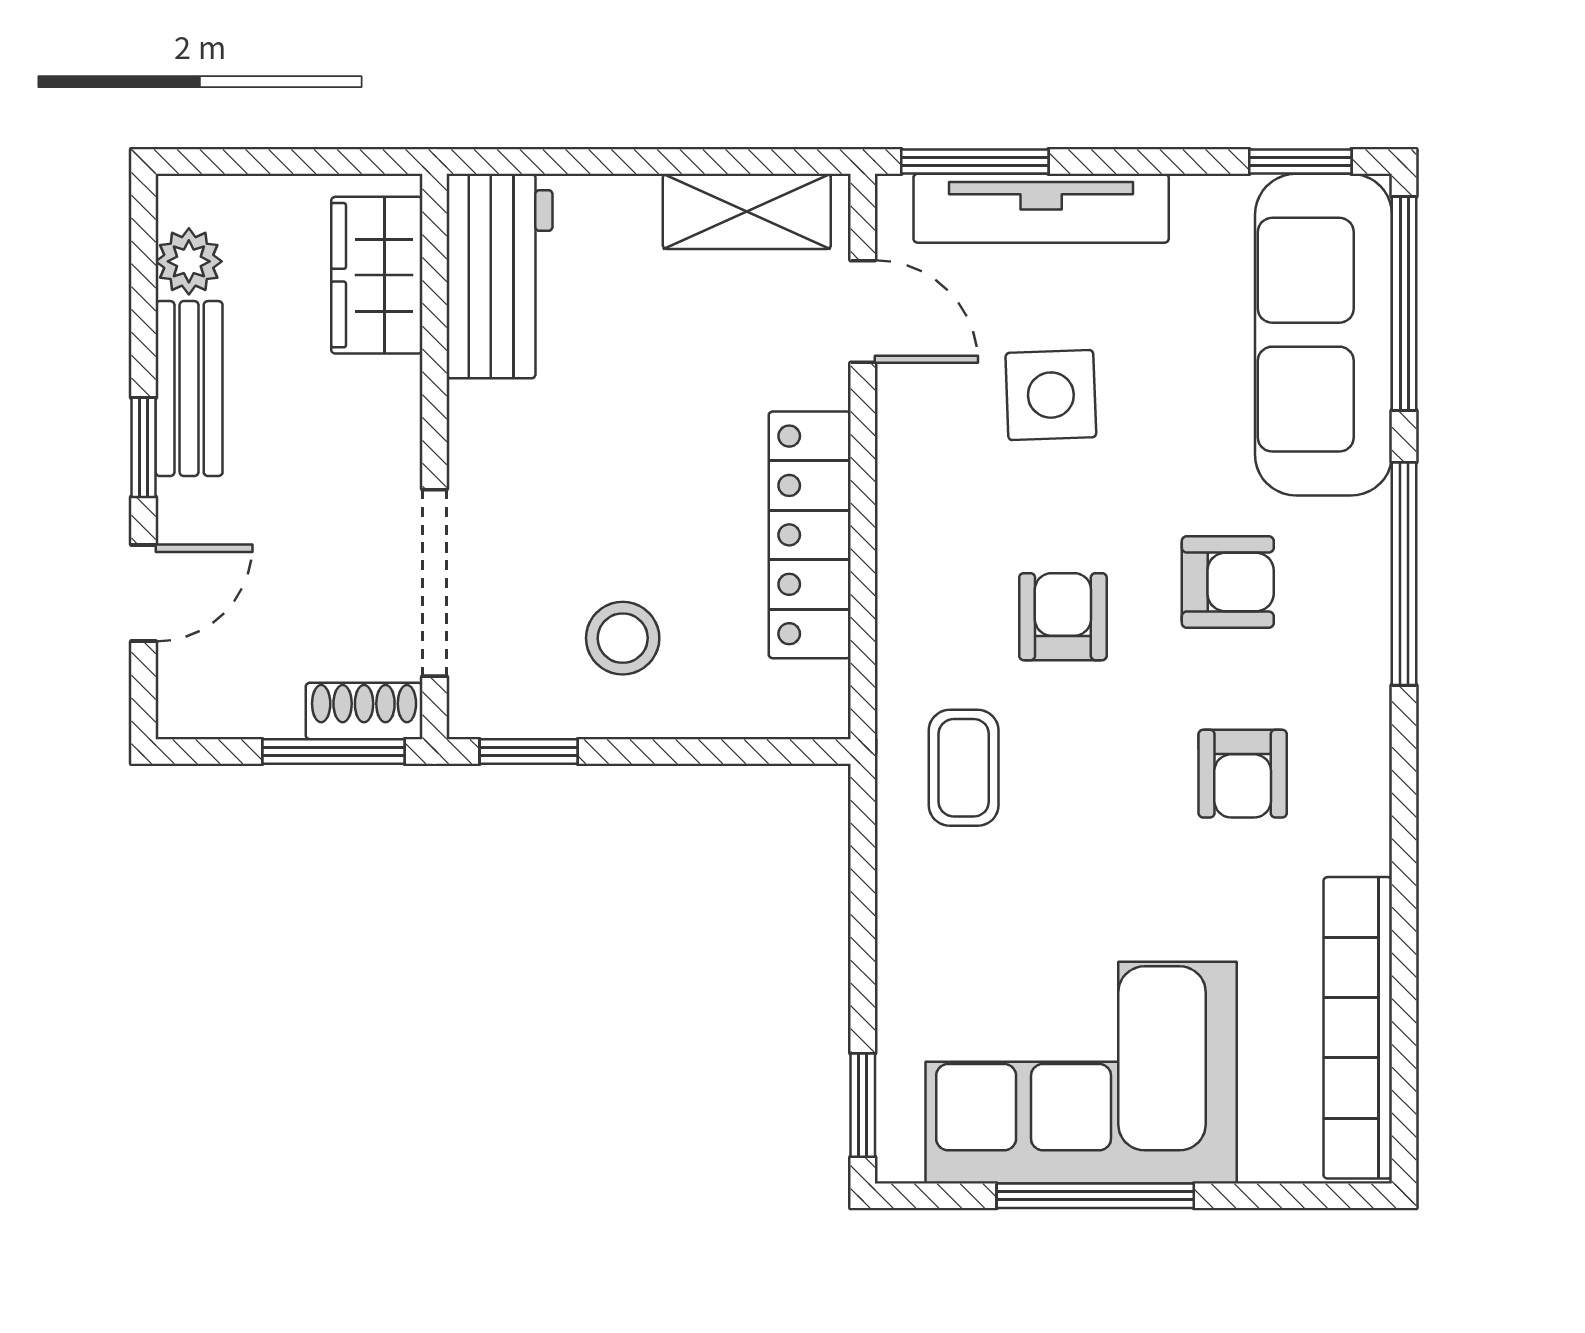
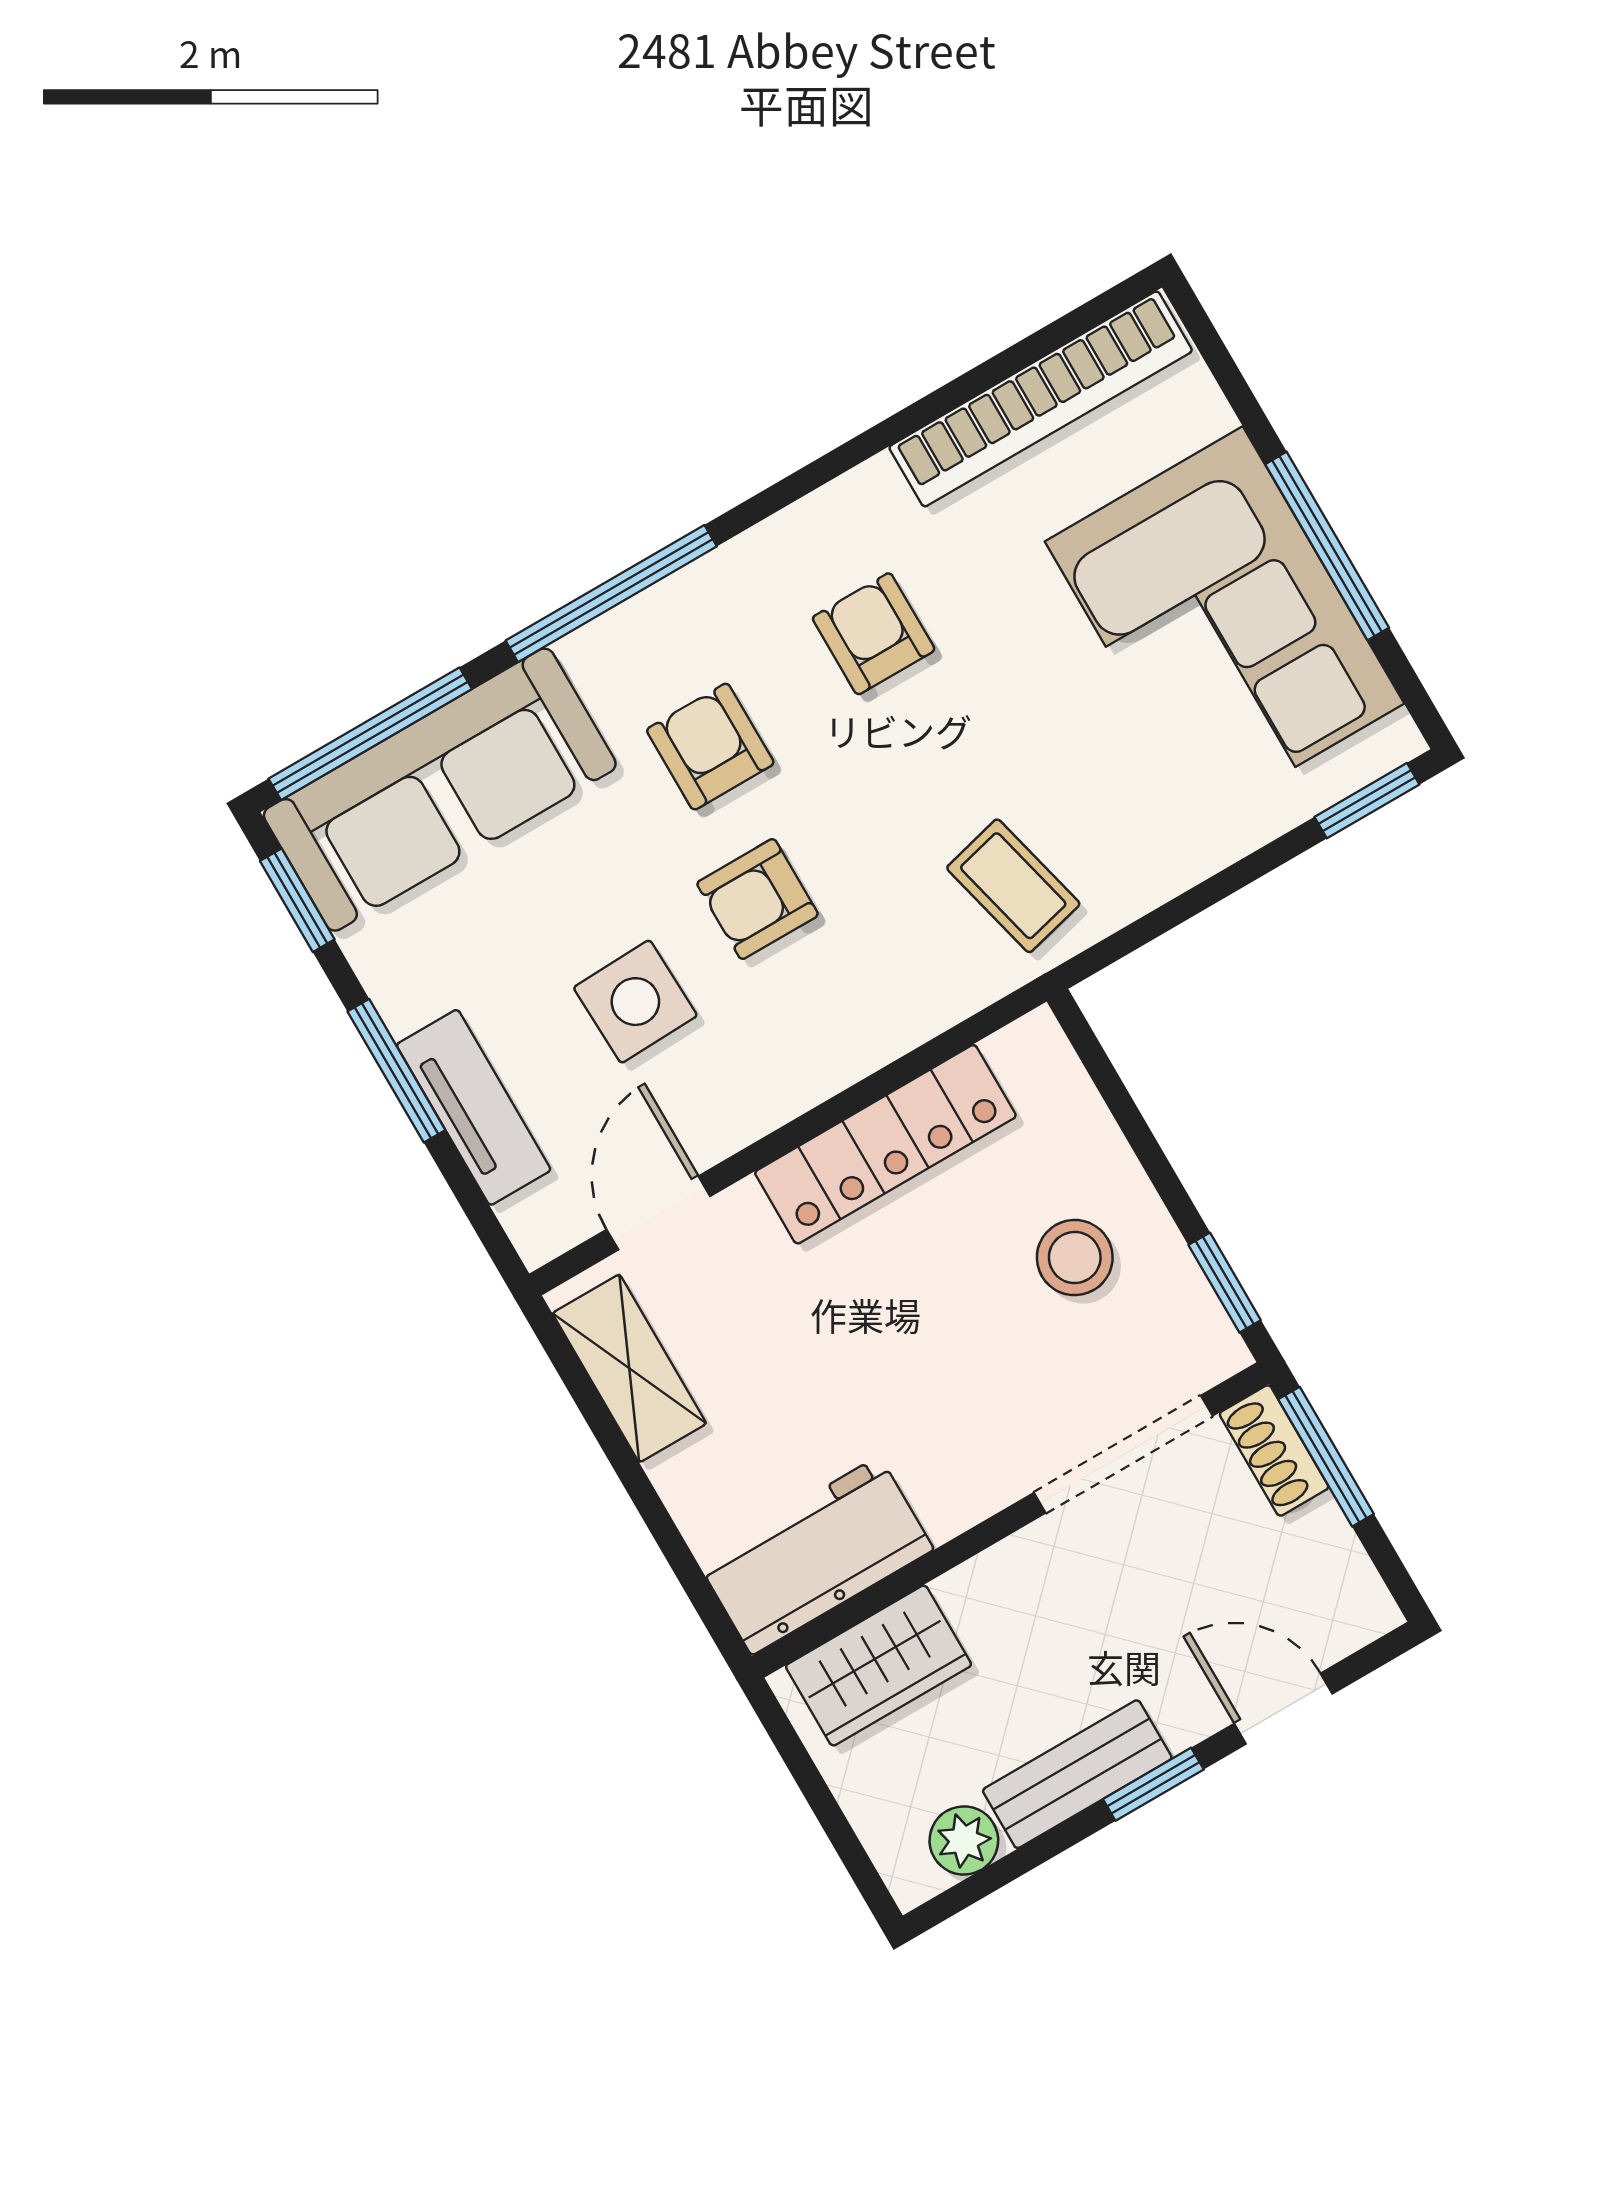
window: (975, 162) -> (396, 1071), moved
tv unit: (1041, 208) -> (474, 1107), width x0.71
armchair: (1063, 617) -> (757, 899), moved
coffee table: (964, 768) -> (1013, 886), turned 76
armchair: (1243, 774) -> (874, 634), turned -90

